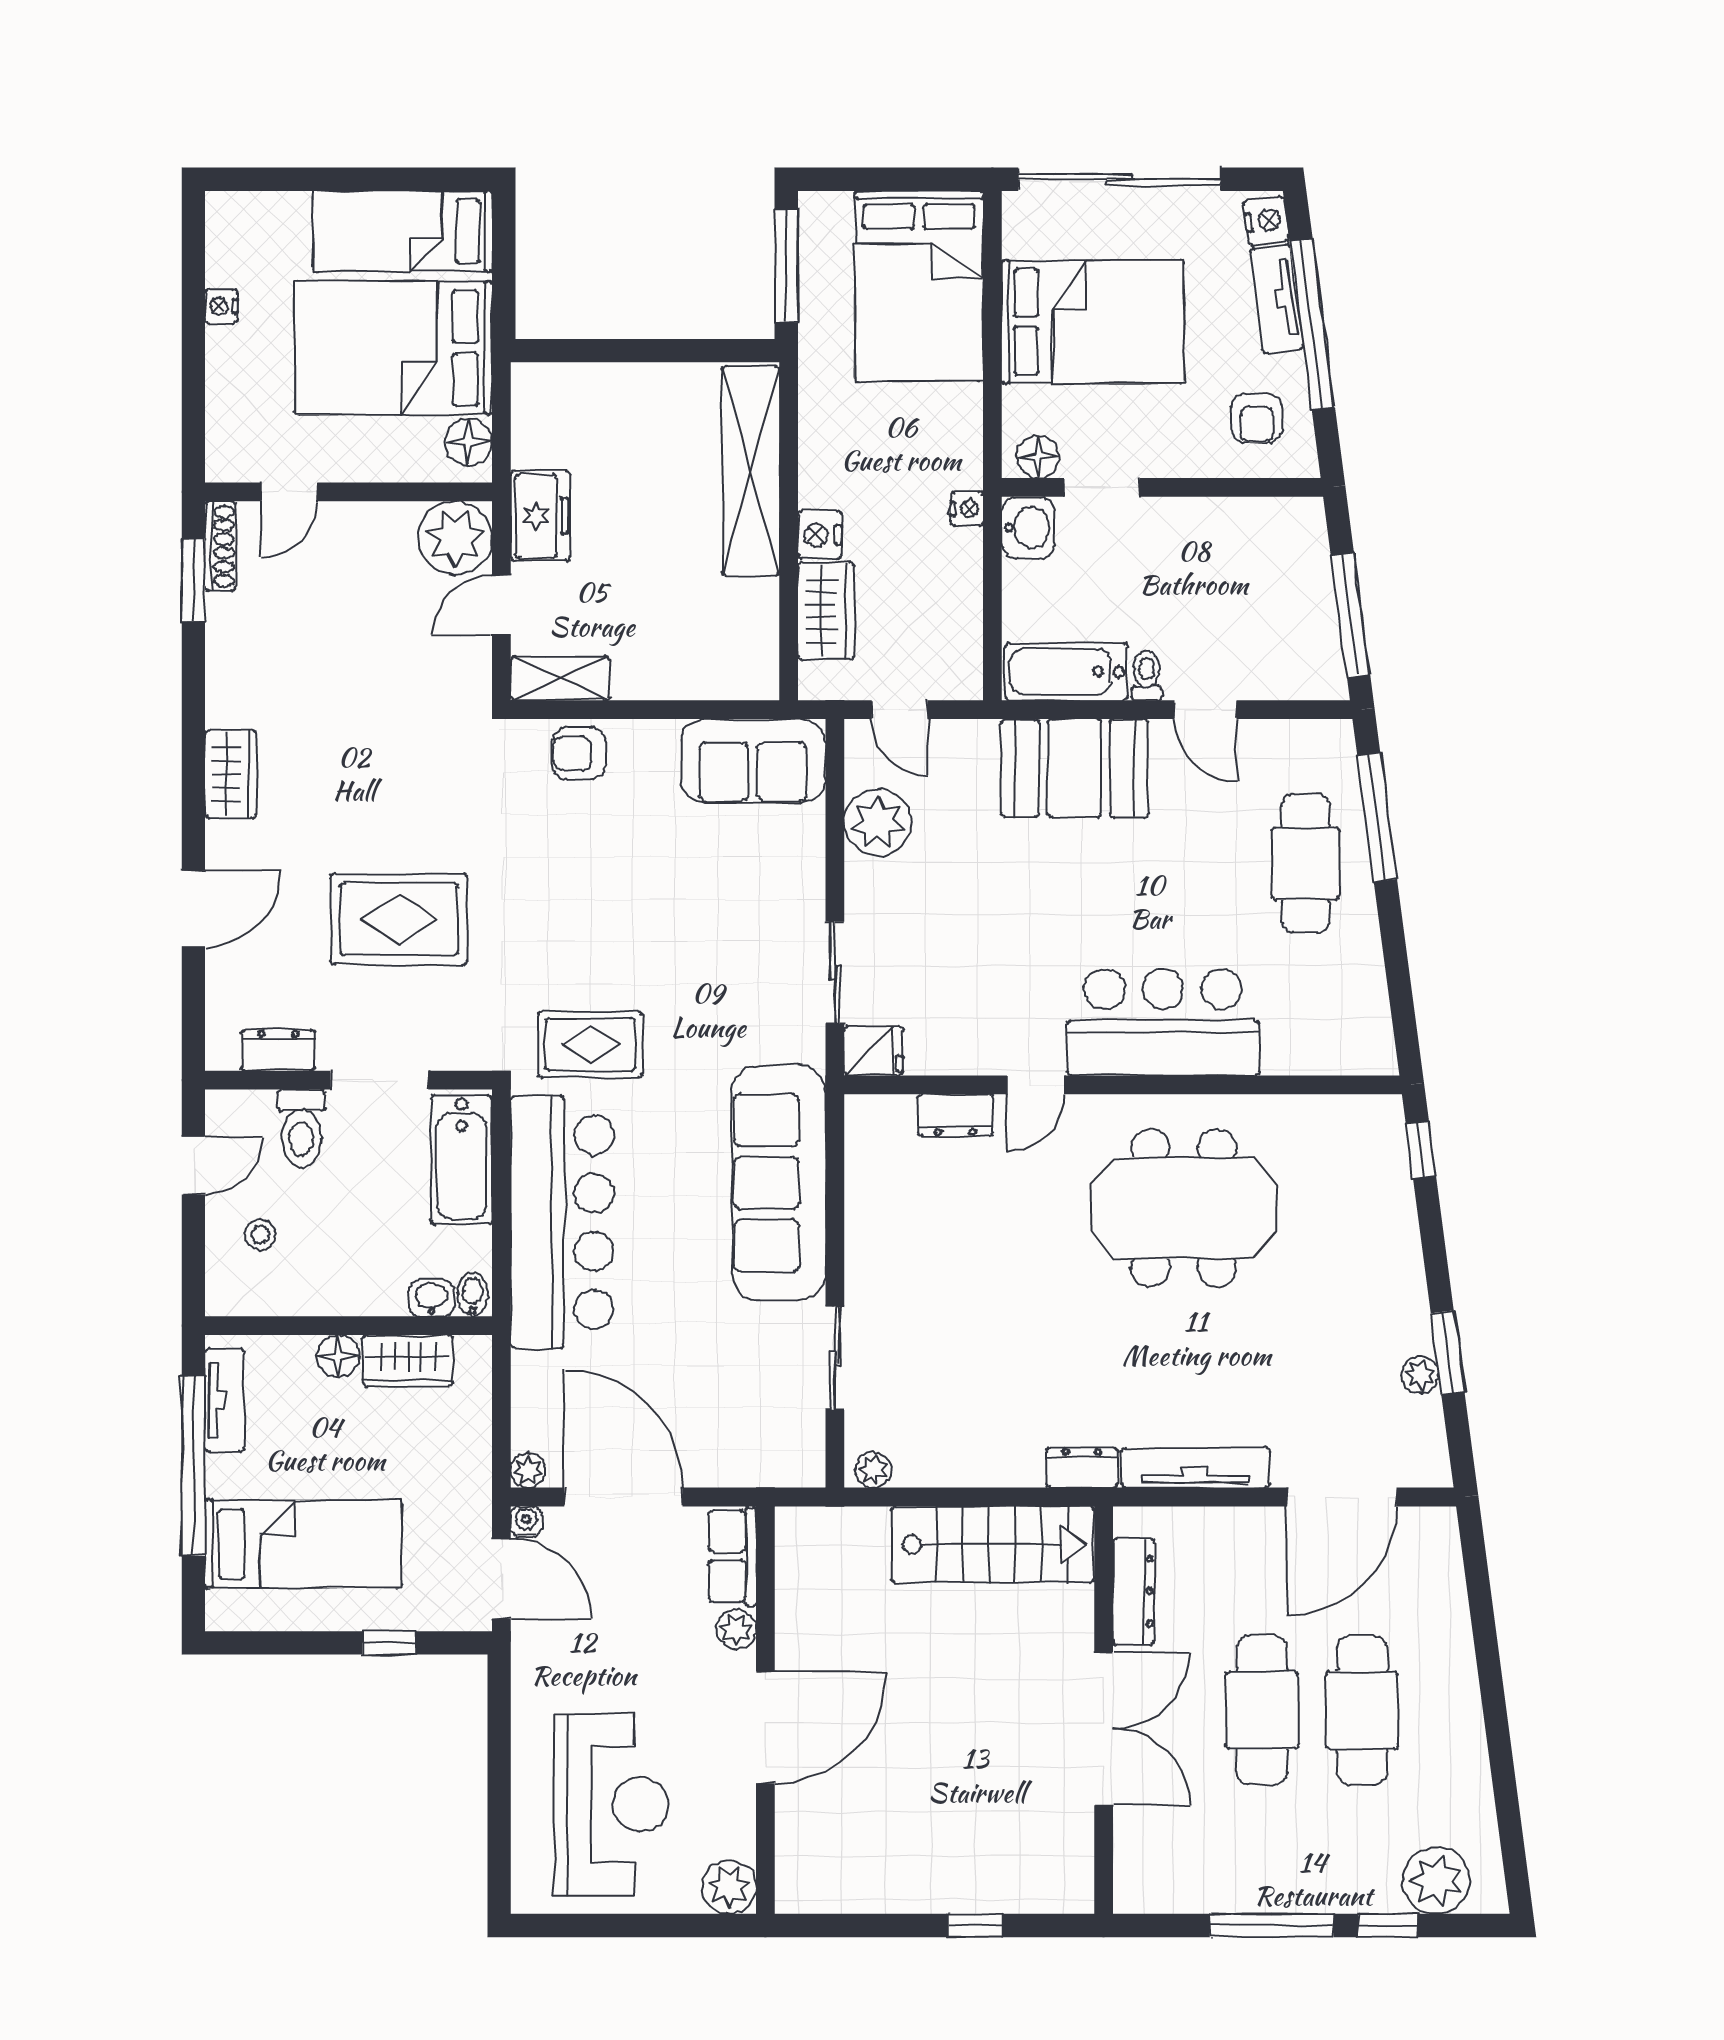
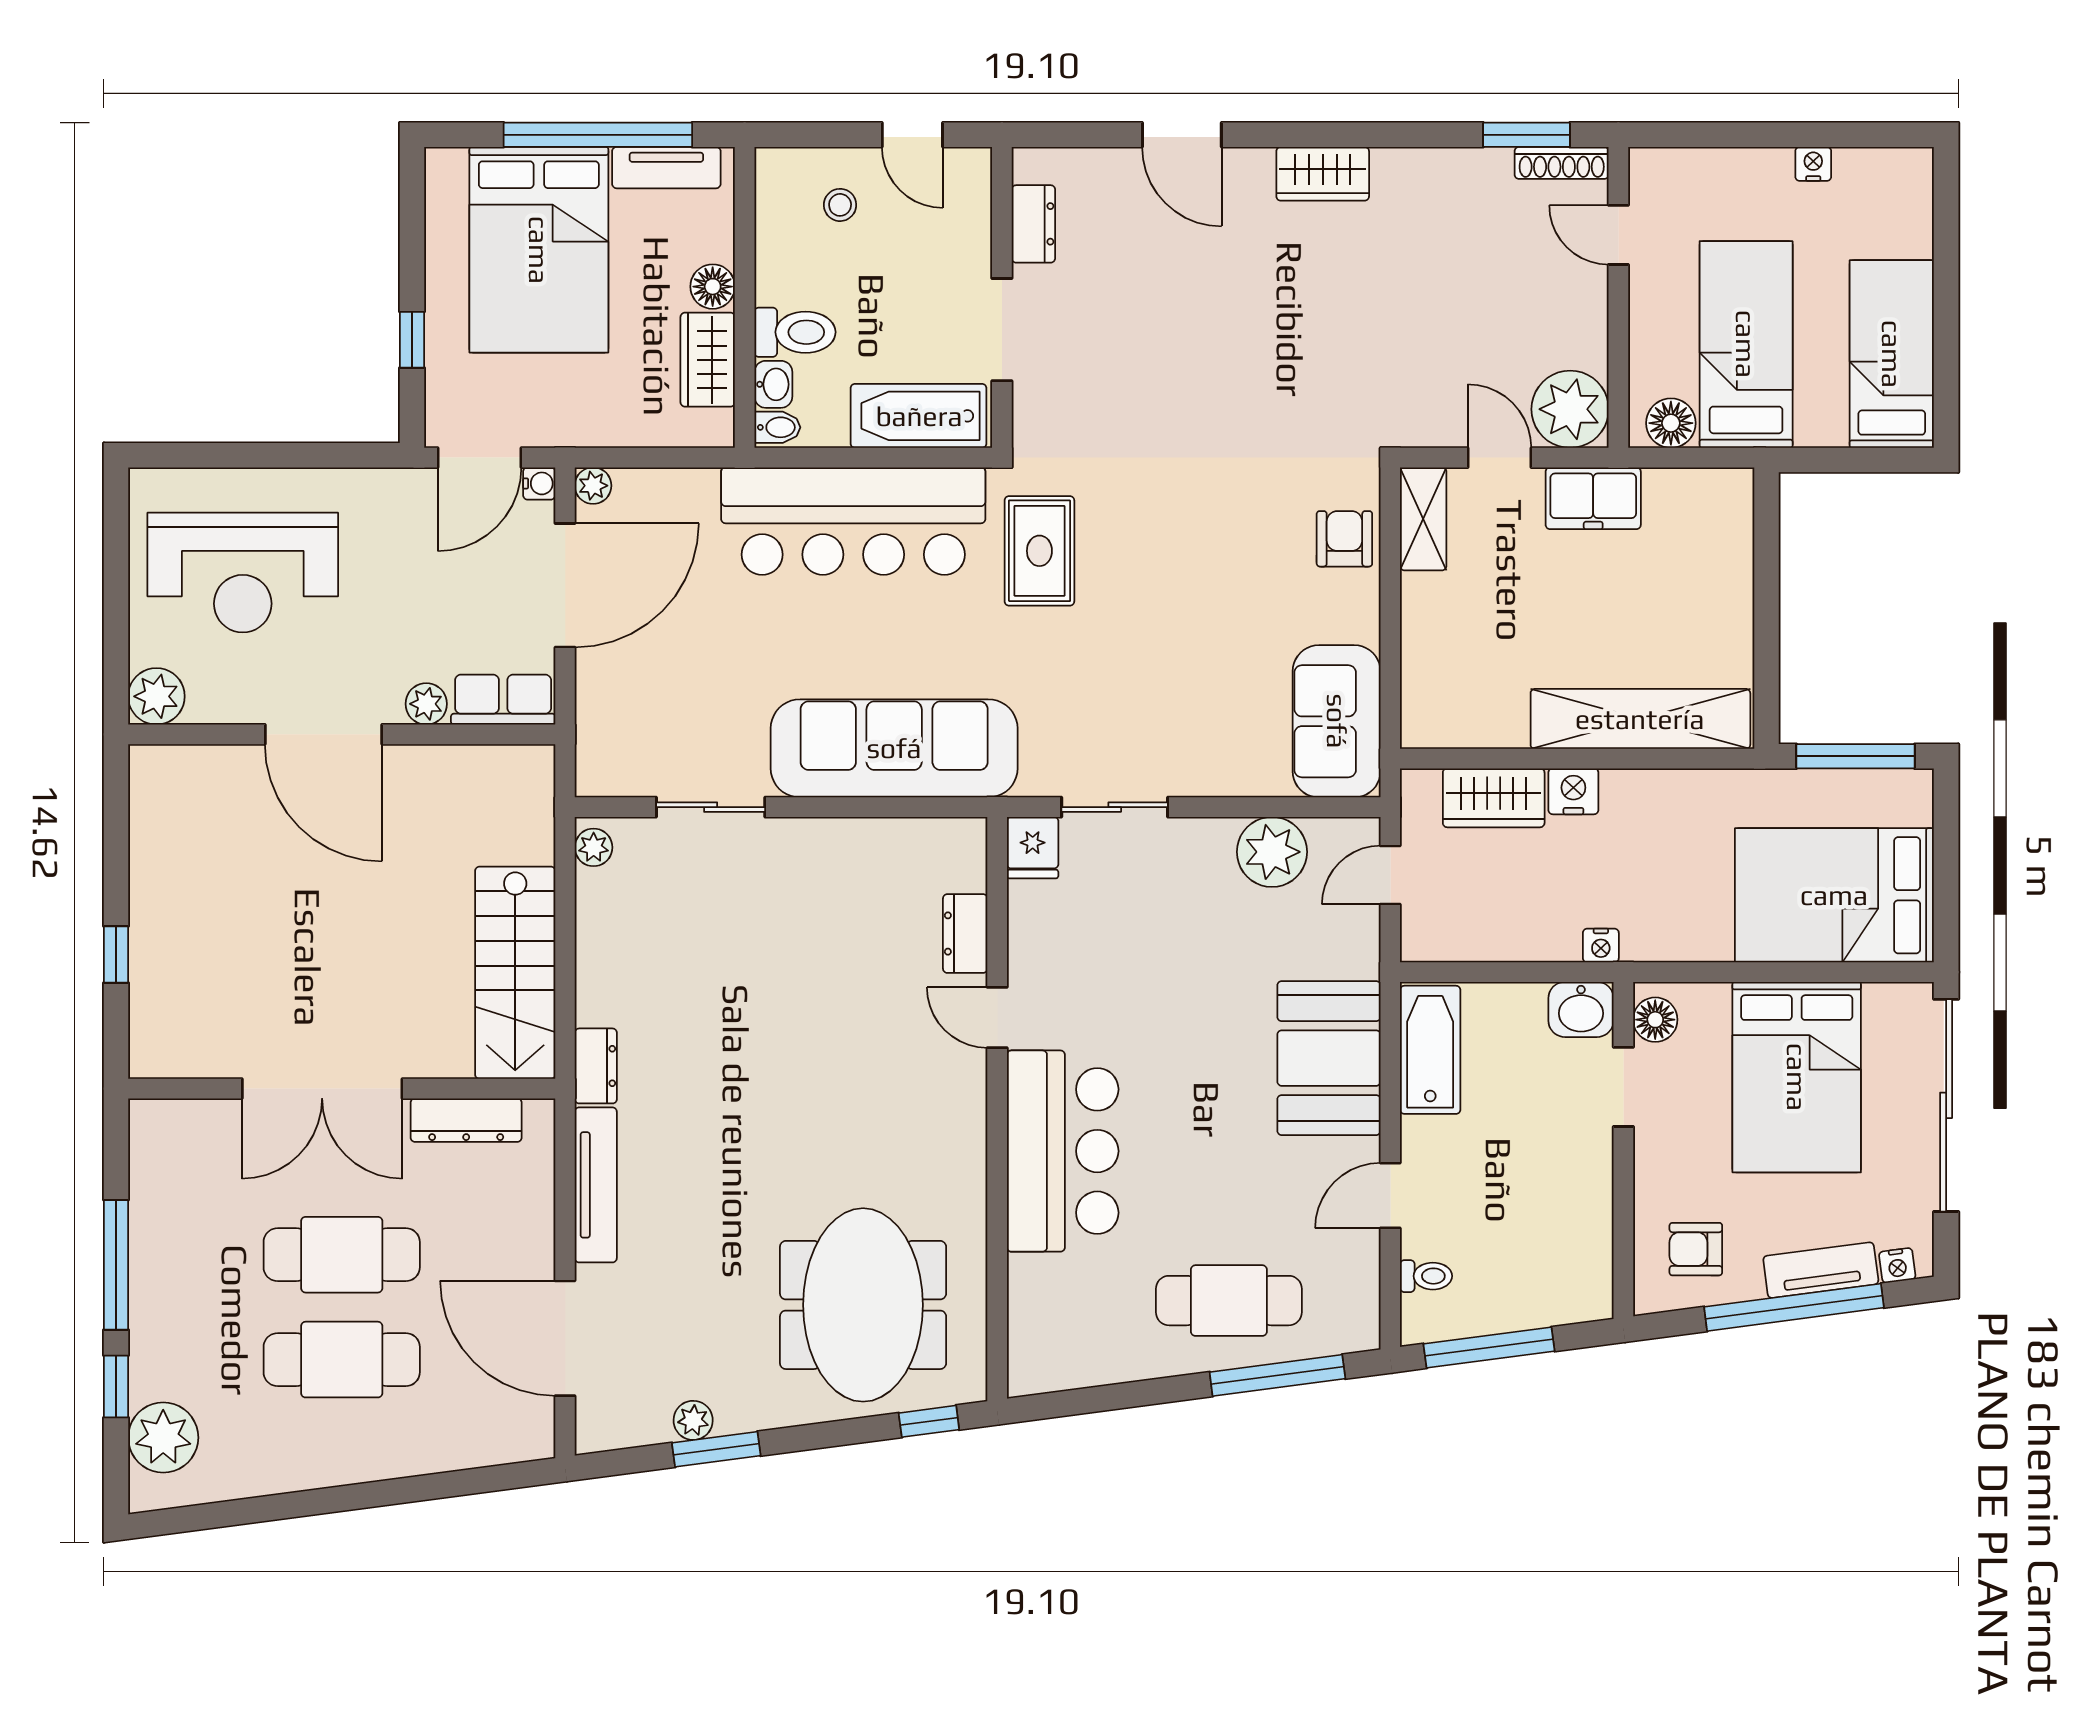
nightstand: (1266, 220) -> (1897, 1265), width x0.72, depth x0.74
bed: (393, 348) -> (1746, 344), width x0.67
toilet: (1147, 675) -> (1426, 1276), moved
rug: (399, 919) -> (1171, 350), removed
toilet: (301, 1128) -> (795, 332), moved, turned 180
meeting table: (1184, 1208) -> (863, 1305), moved
bed: (303, 1544) -> (539, 250), width x1.50

